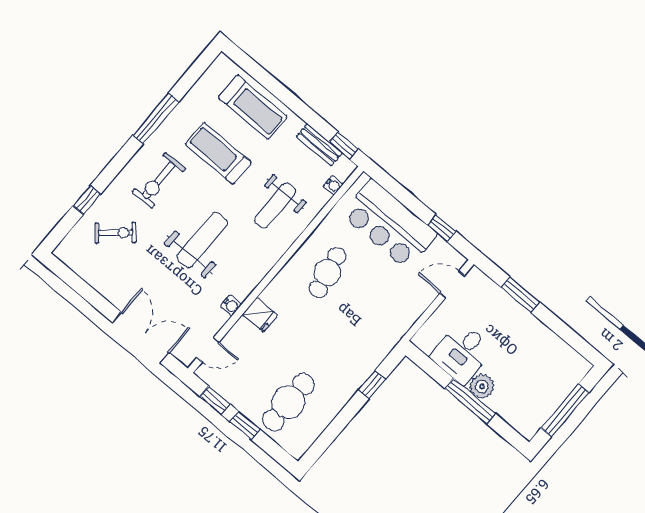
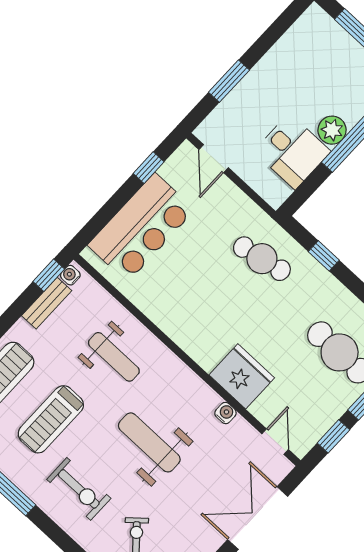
water cooler: (333, 185) -> (70, 275), moved, turned -90
cafe table: (327, 273) -> (262, 259), moved
fridge: (260, 315) -> (242, 376), width x1.88, depth x1.34

